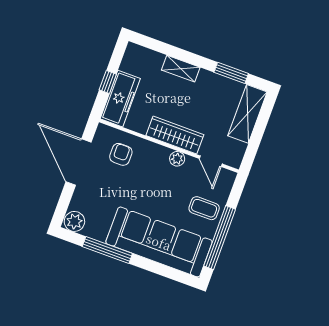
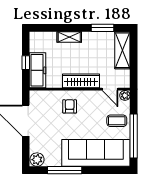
armchair: (121, 154) -> (70, 106), moved
plant: (177, 159) -> (125, 95), moved

